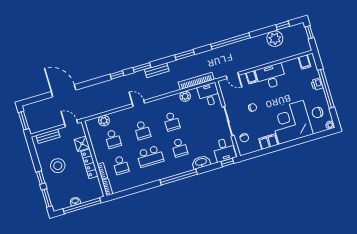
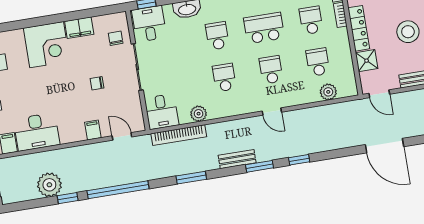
window: (283, 25) -> (68, 198), moved
desk: (271, 76) -> (37, 132), moved
corner desk: (291, 122) -> (47, 45), width x0.74, depth x0.74

